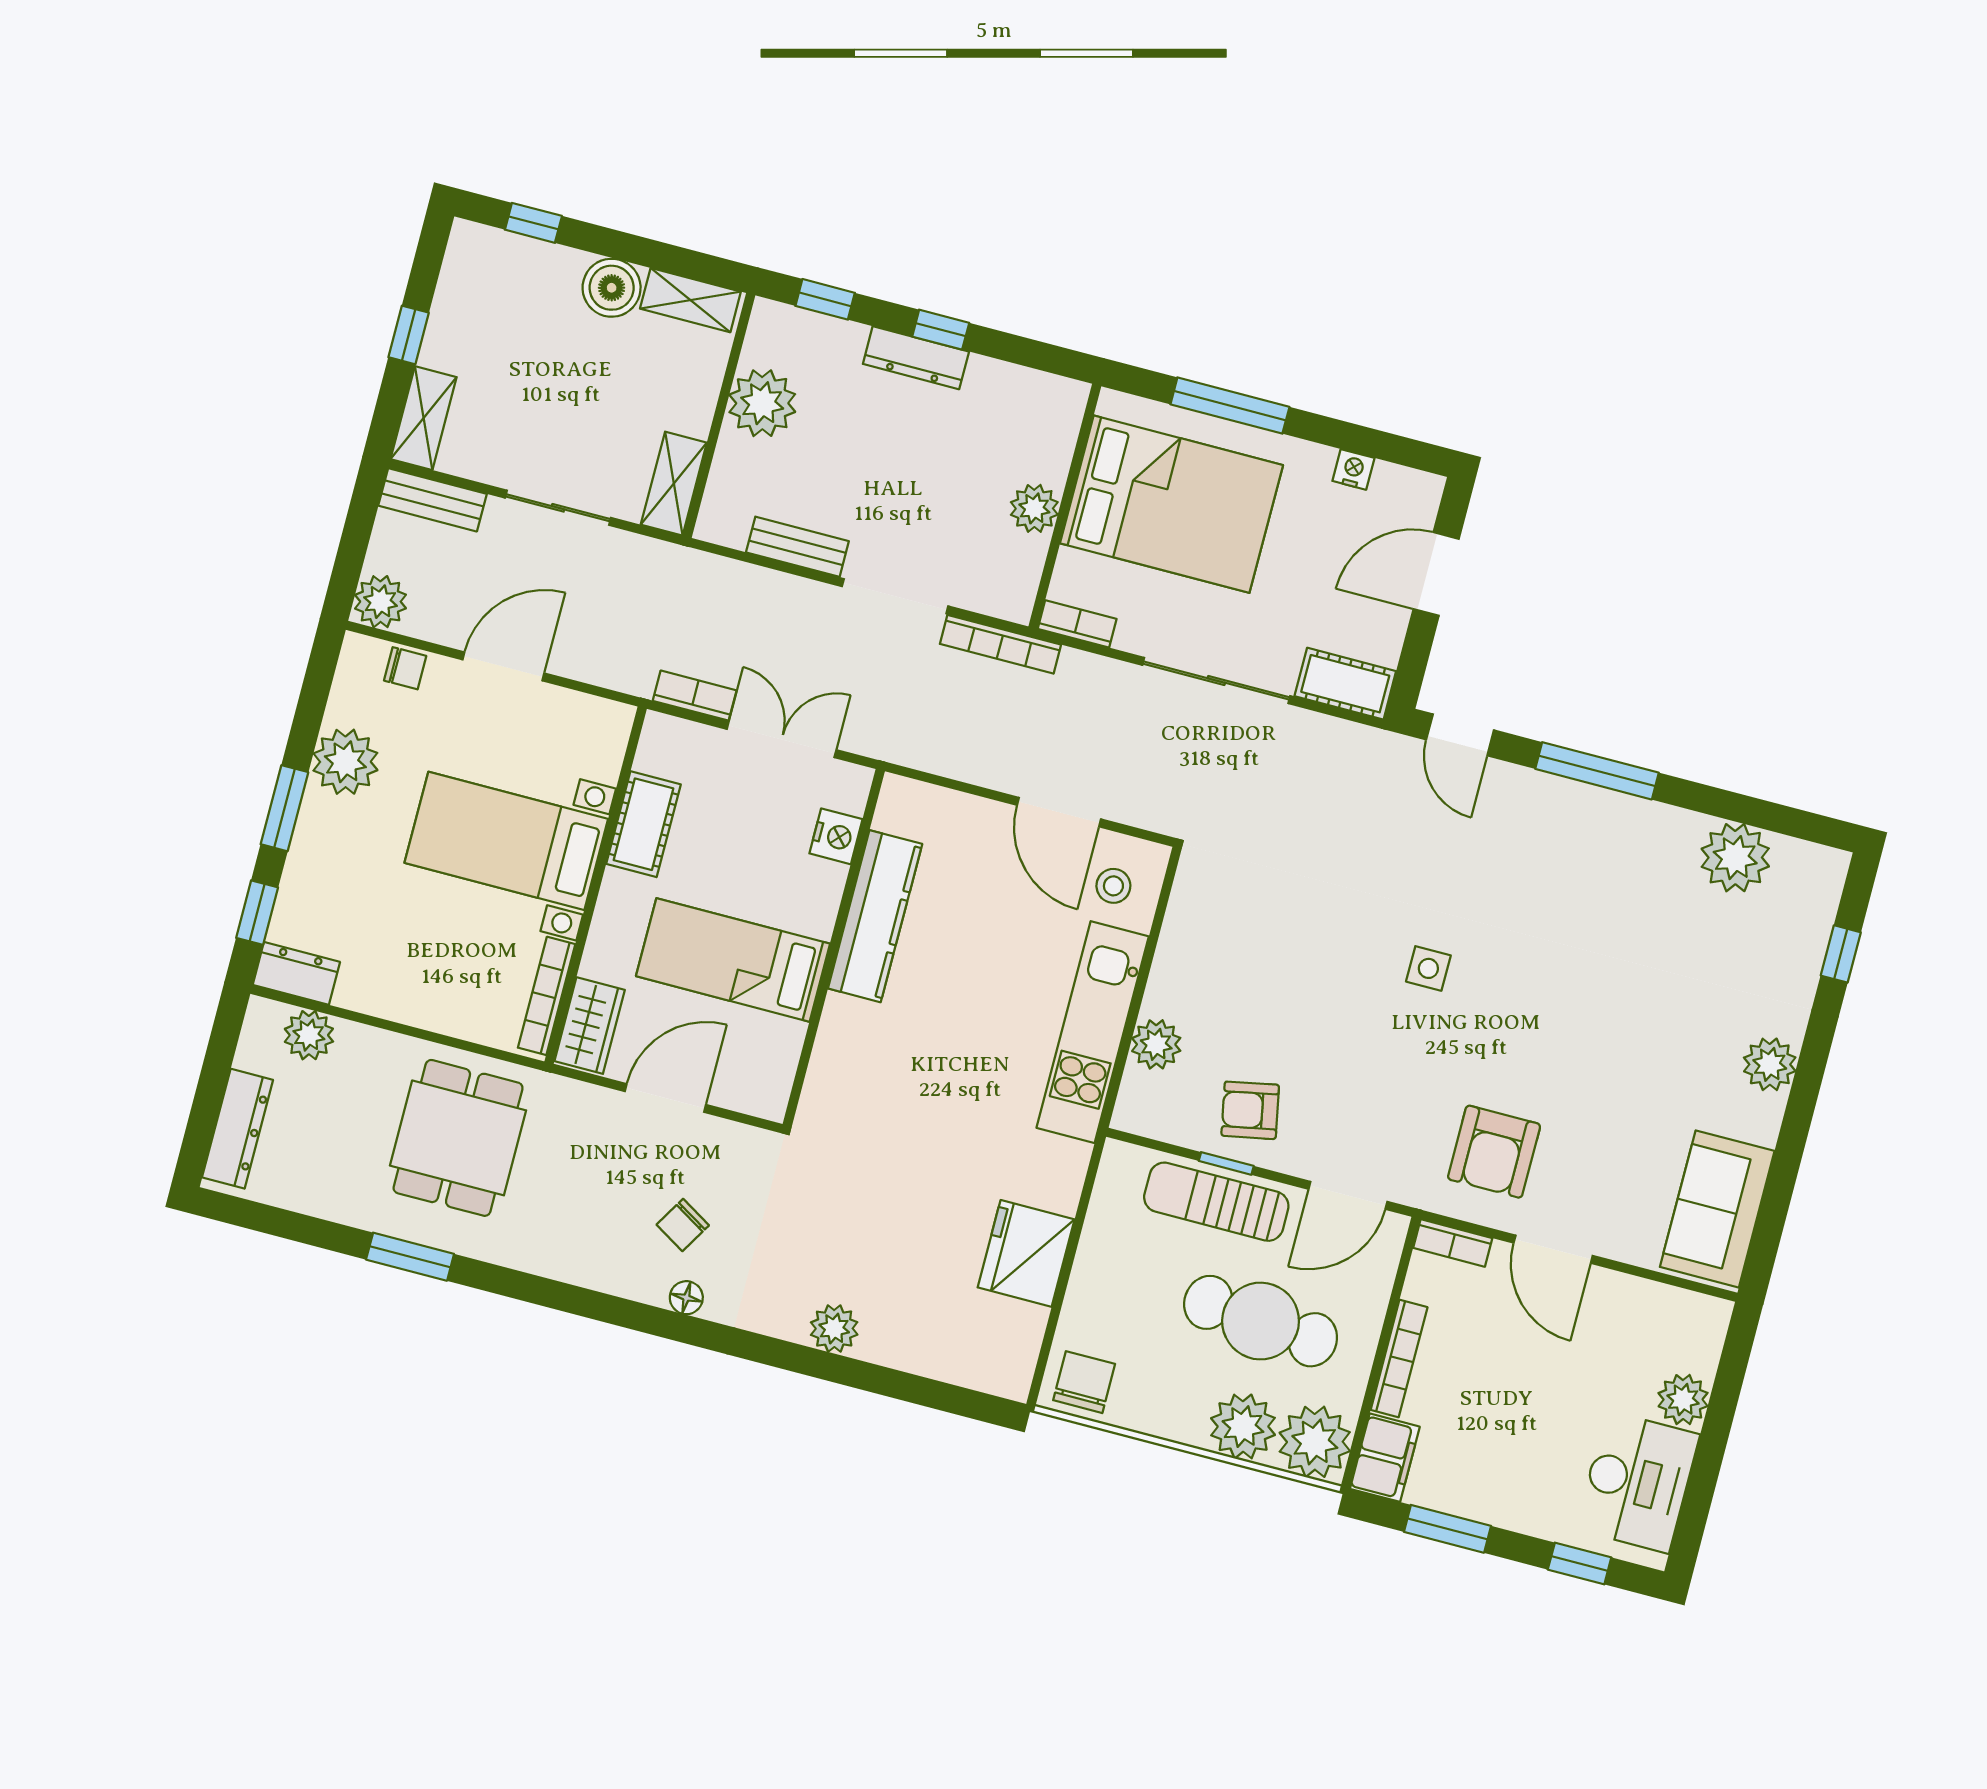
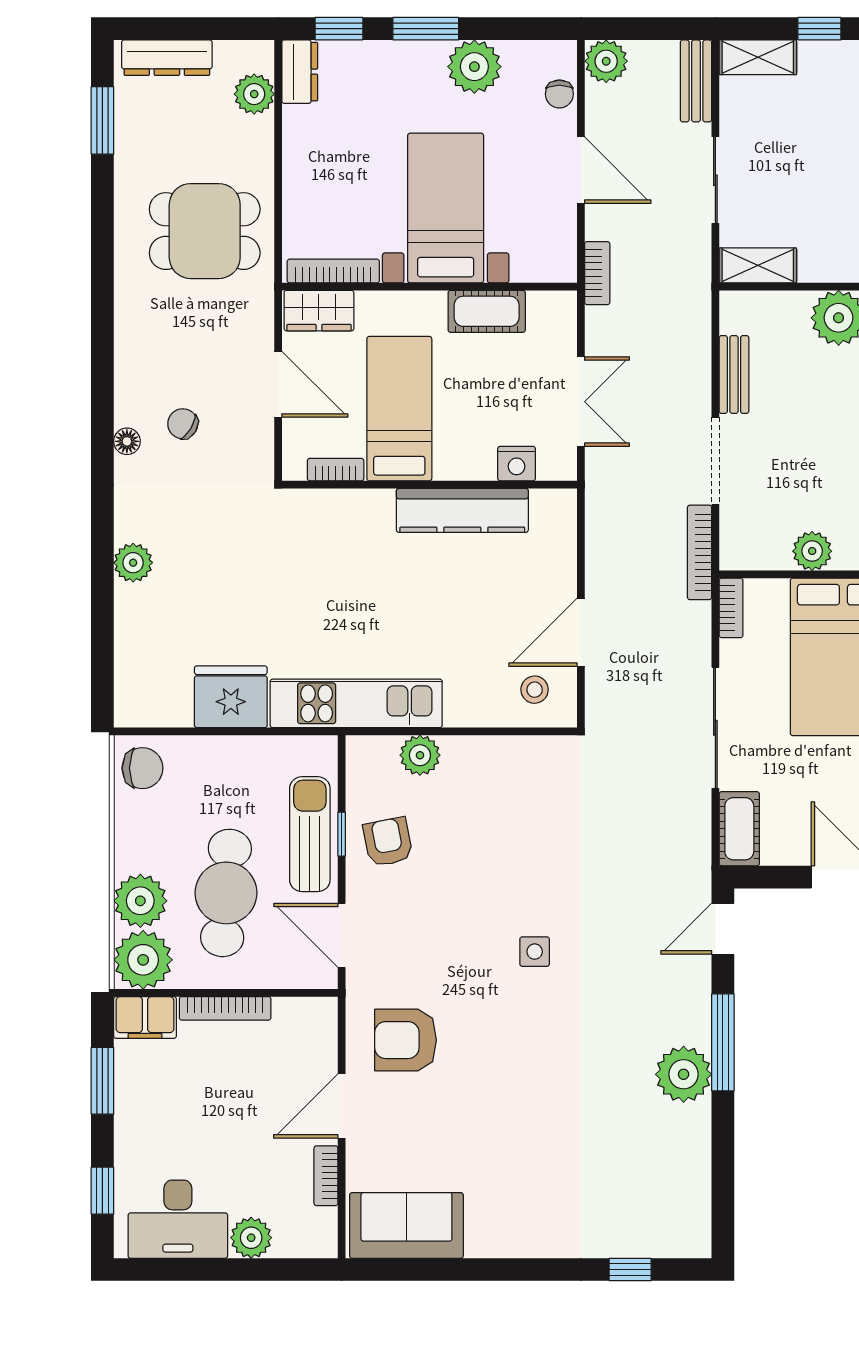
bookcase: (695, 696) -> (597, 273), moved
plant: (1735, 858) -> (684, 1074), moved
kitchen unit: (1093, 1032) -> (356, 703), moved
bookcase: (786, 1056) -> (336, 470), added
plant: (1770, 1064) -> (530, 1237), removed
bookcase: (1453, 1243) -> (326, 1176), moved
window: (410, 1257) -> (102, 120), moved

